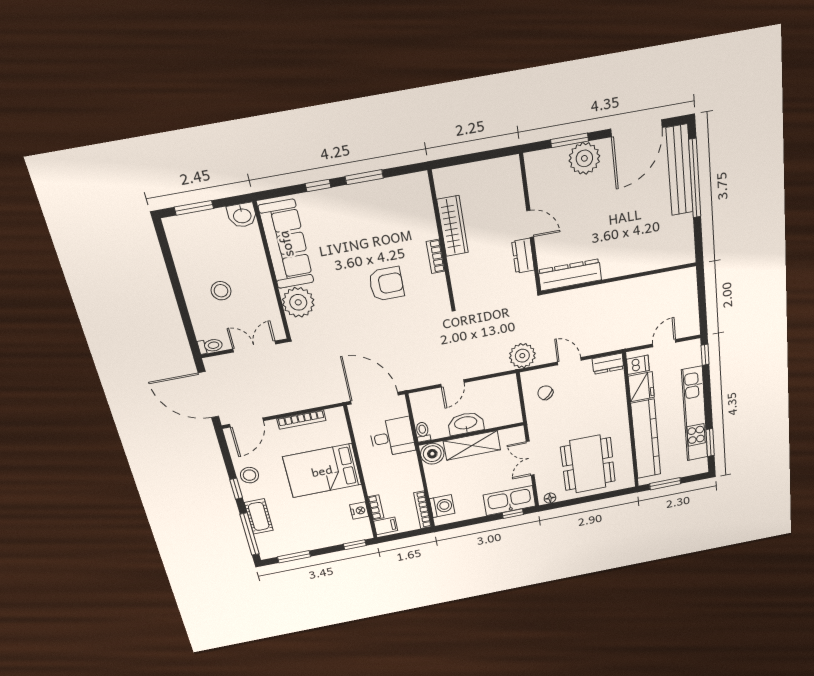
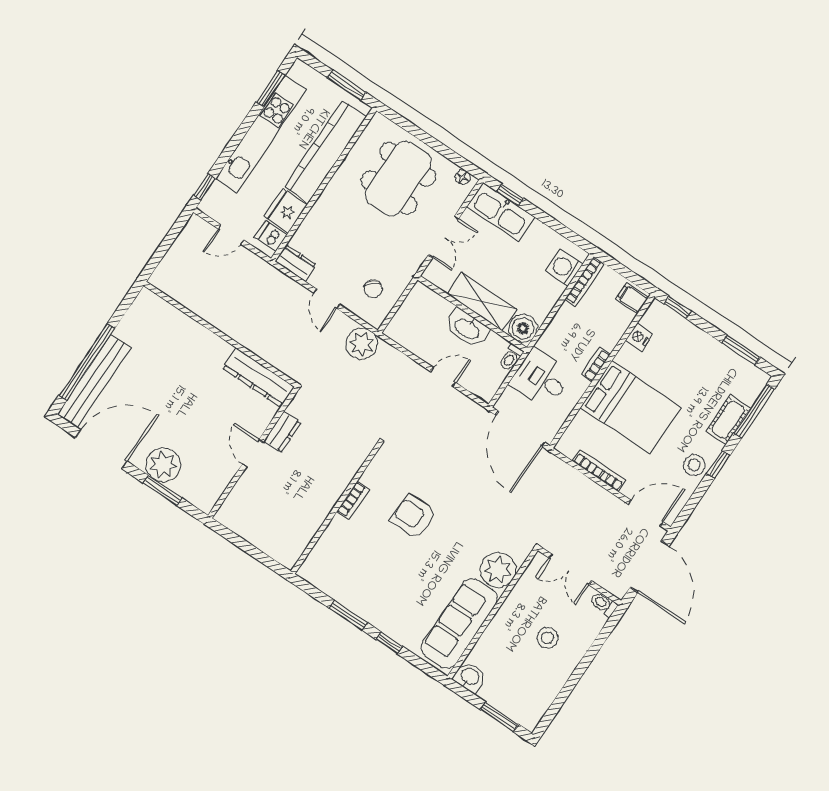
wardrobe: (453, 226) -> (316, 511), removed
bookcase: (376, 507) -> (596, 364), moved

